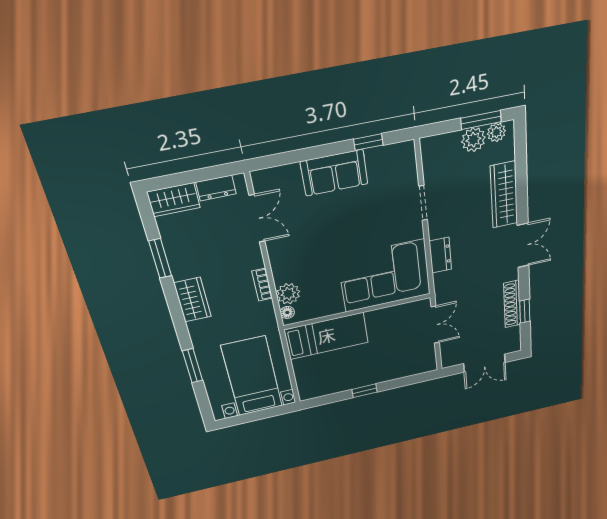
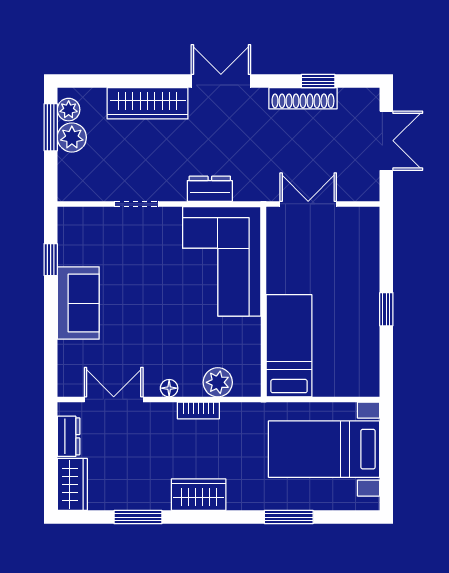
floor lamp: (287, 312) -> (169, 388), moved

